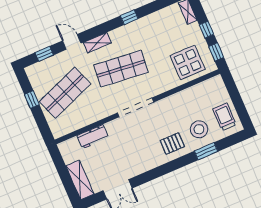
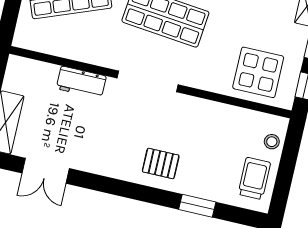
stool: (199, 129) -> (272, 142), moved, width x0.53, depth x0.53
workbench: (93, 137) -> (81, 82), moved

